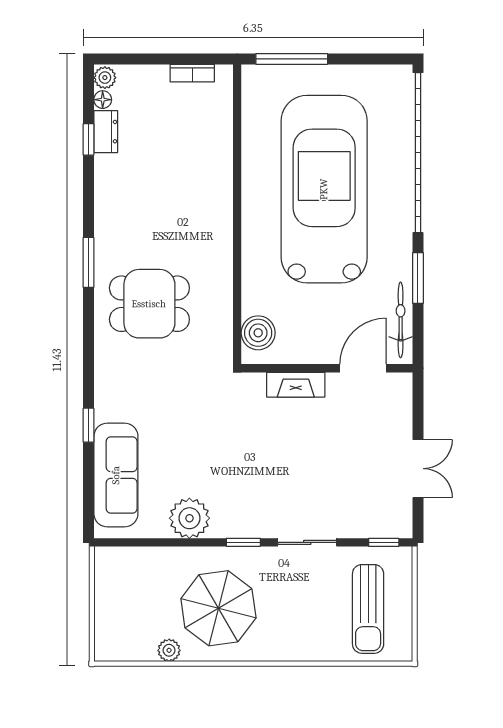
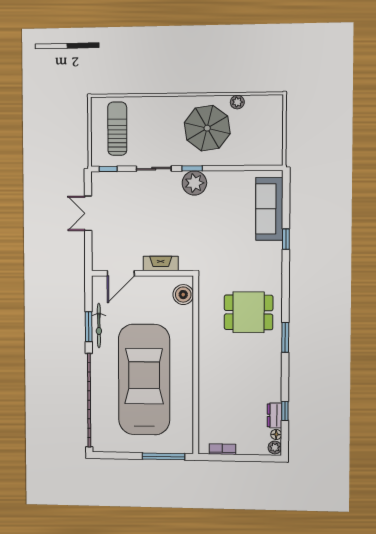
car: (324, 189) -> (144, 380), turned 180
bicycle: (401, 320) -> (99, 326), moved
plant: (189, 518) -> (194, 183), moved

